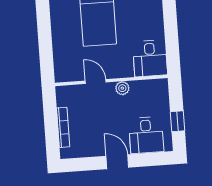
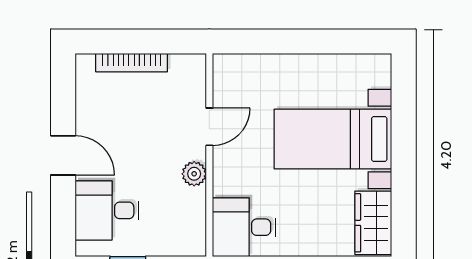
door: (117, 162) -> (63, 155), hinge flipped

